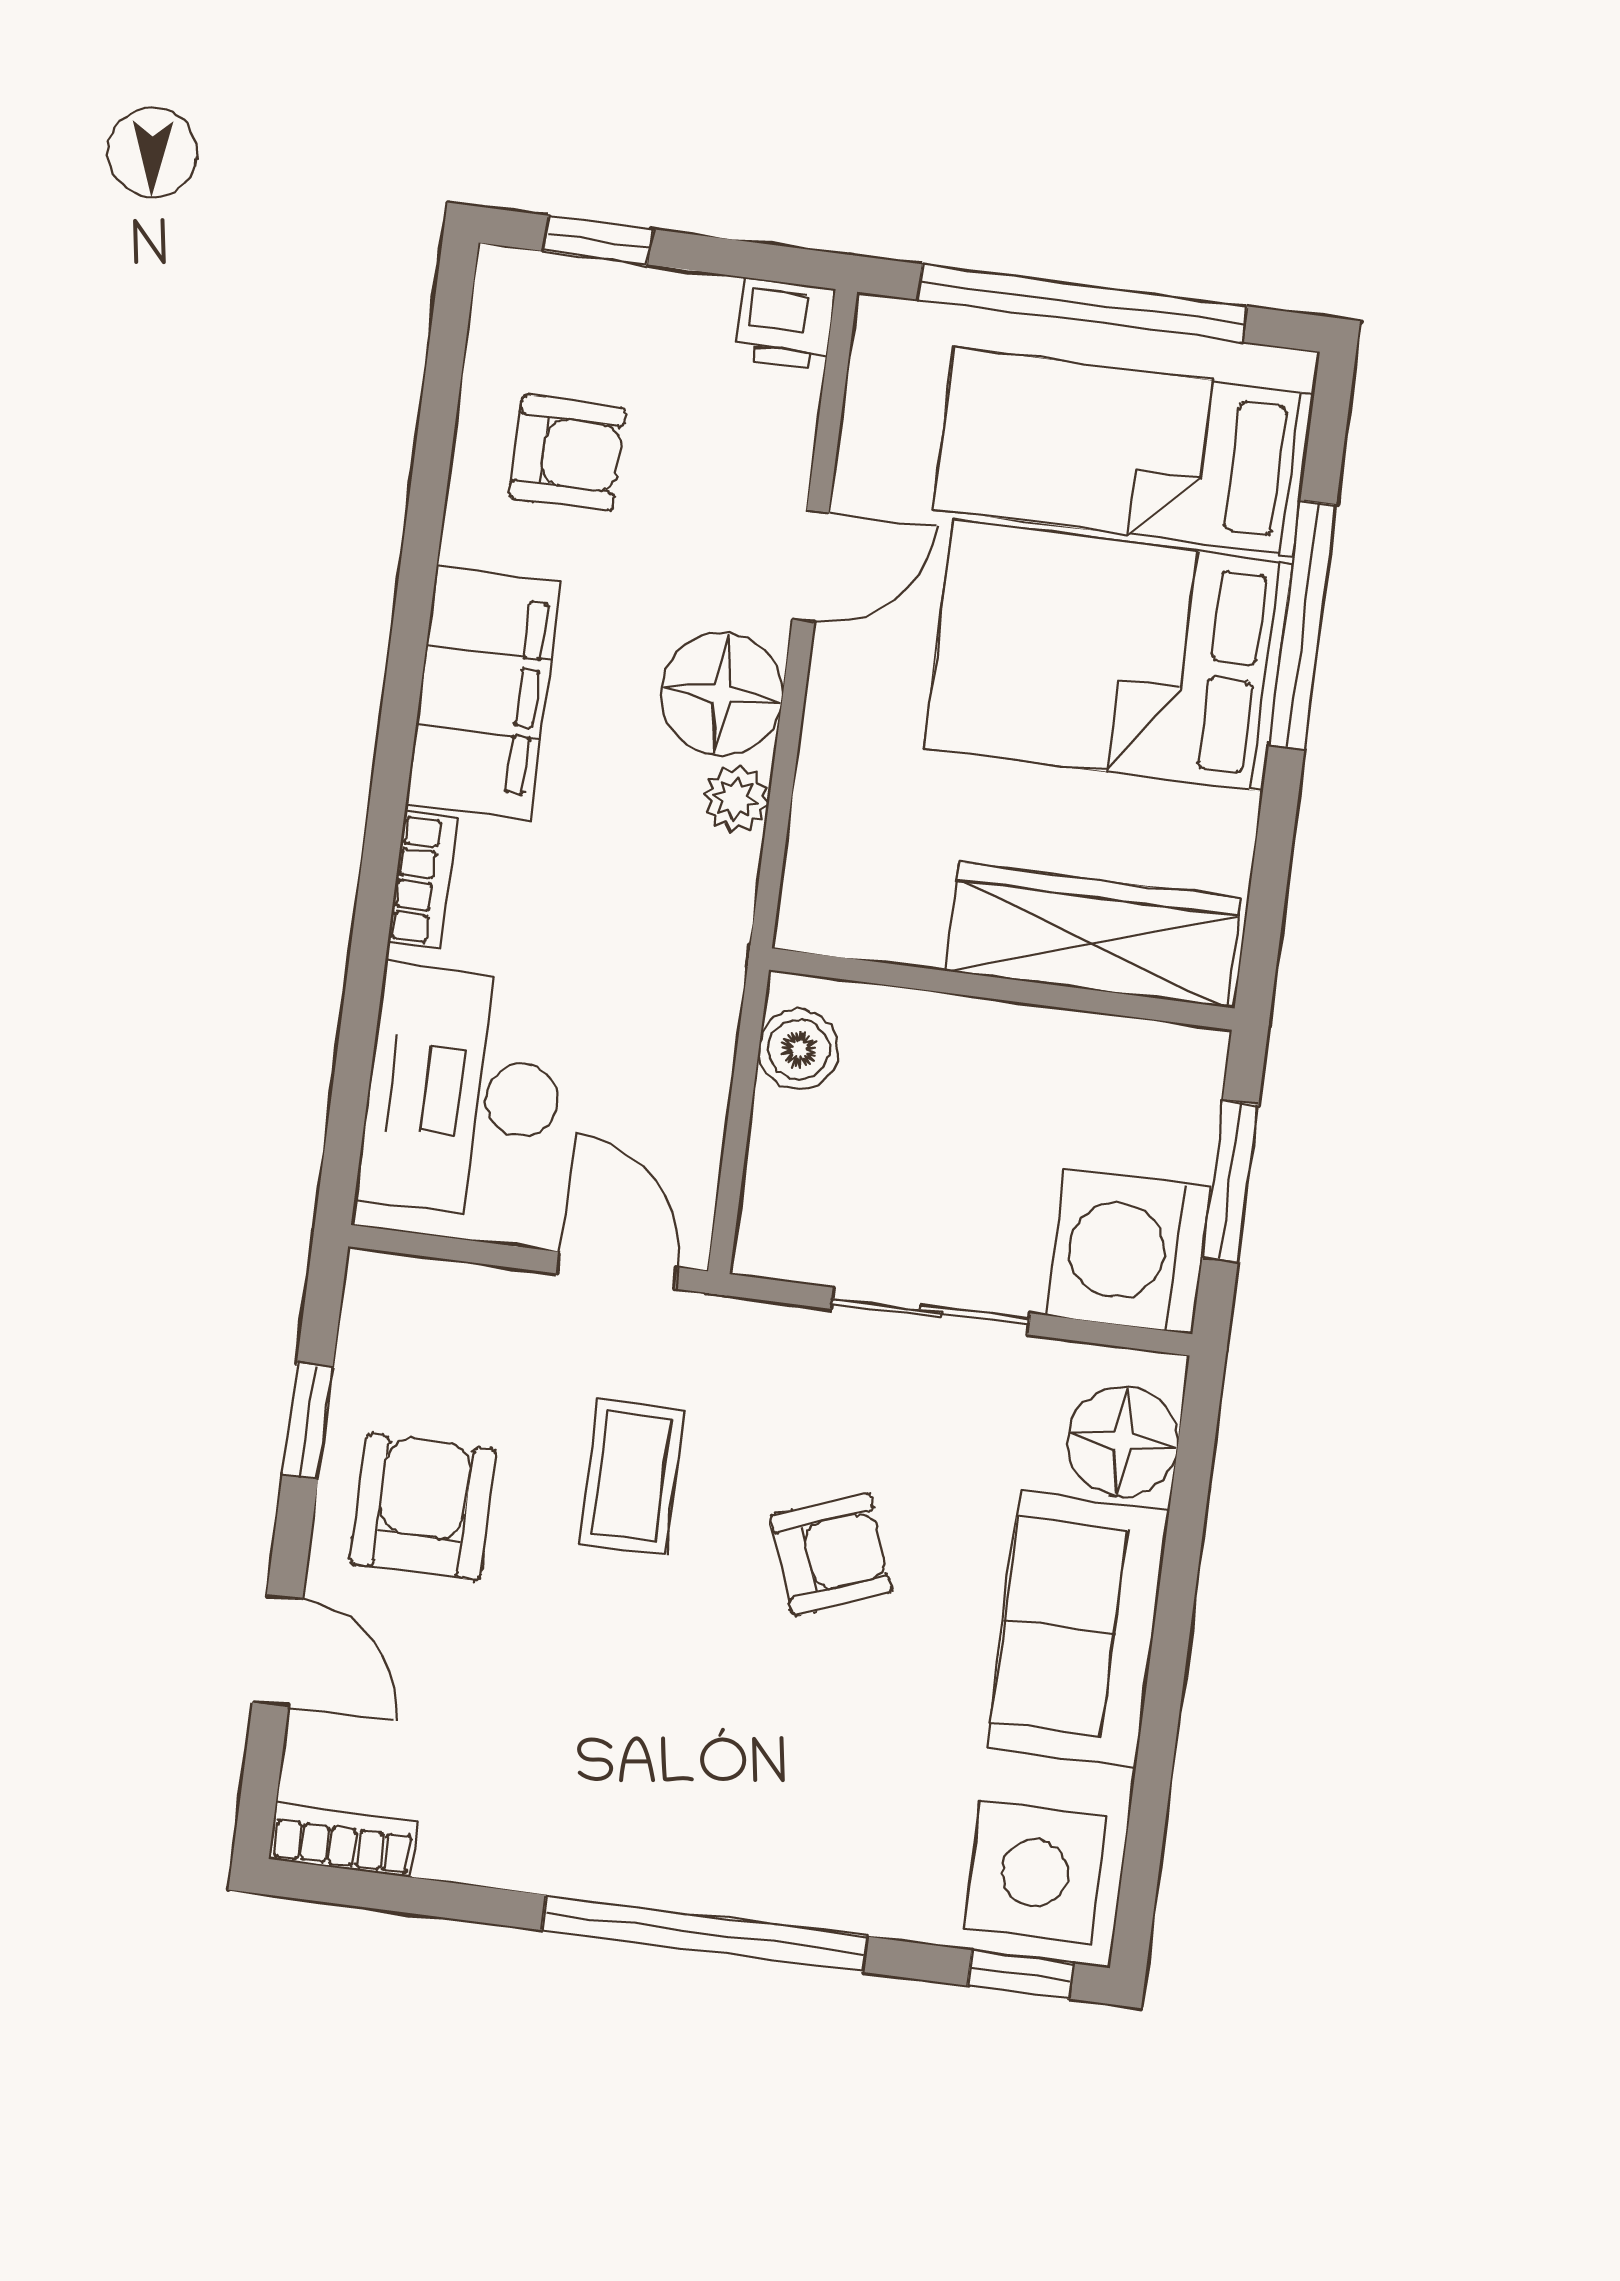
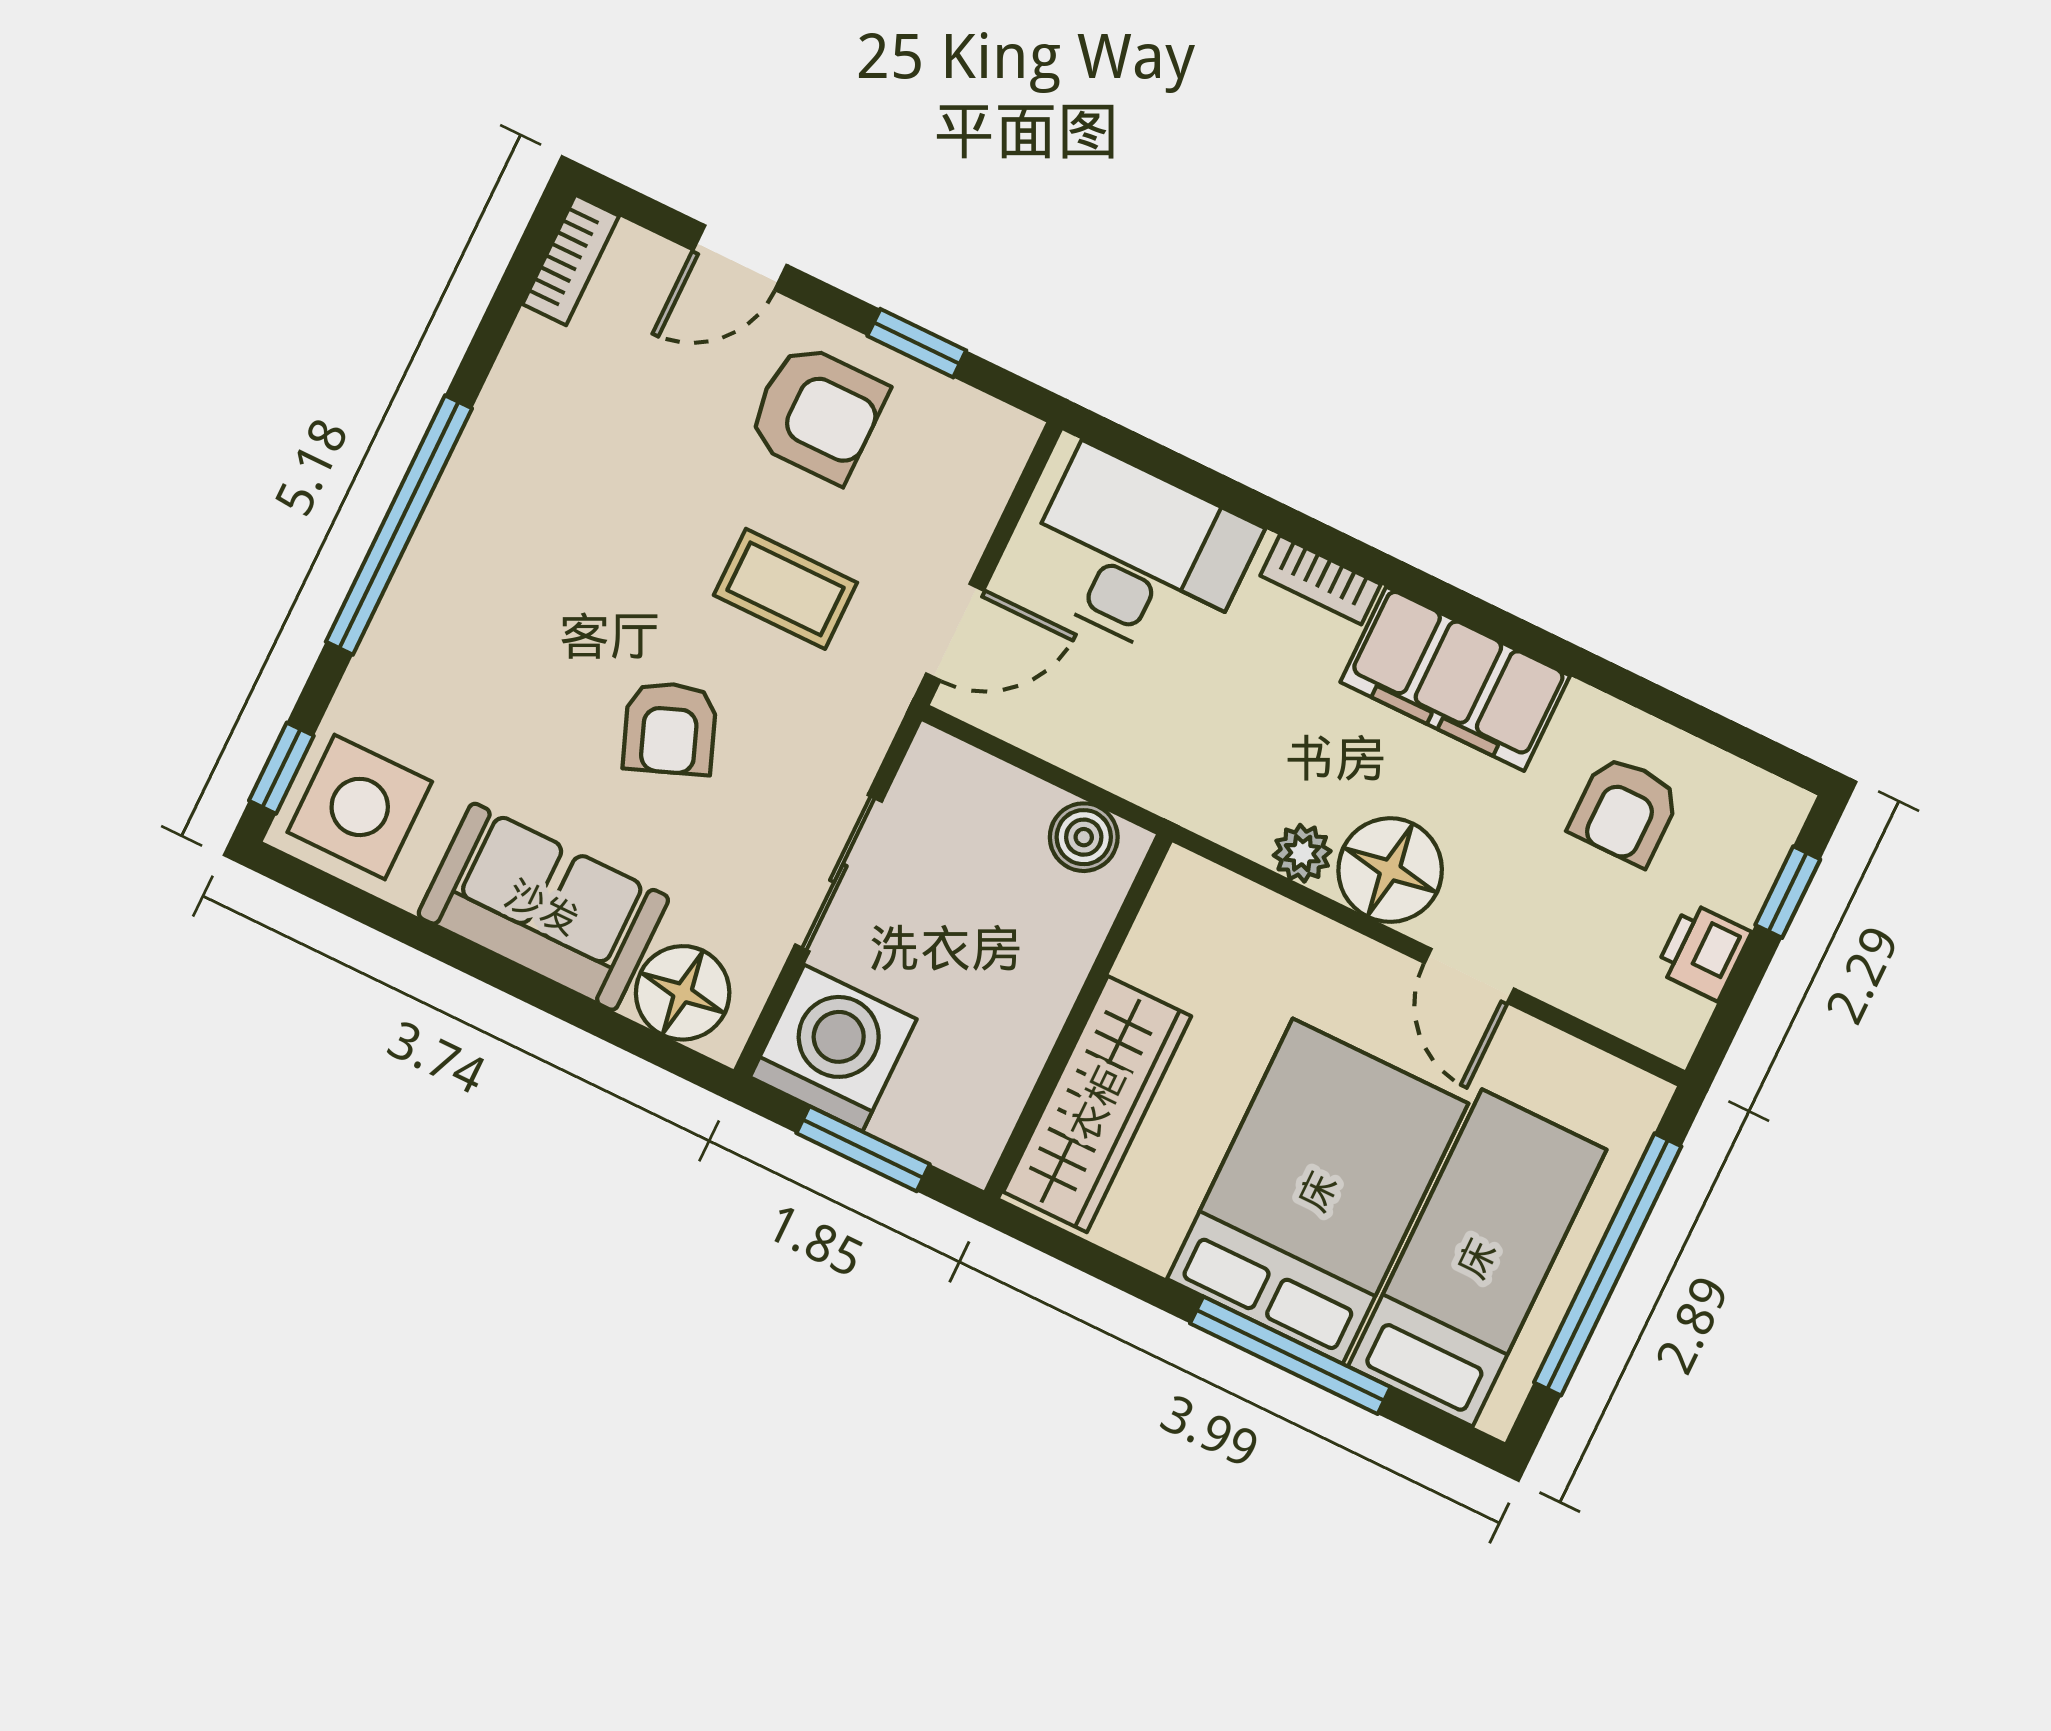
printer: (785, 324) -> (1703, 951), moved

